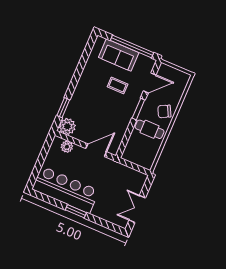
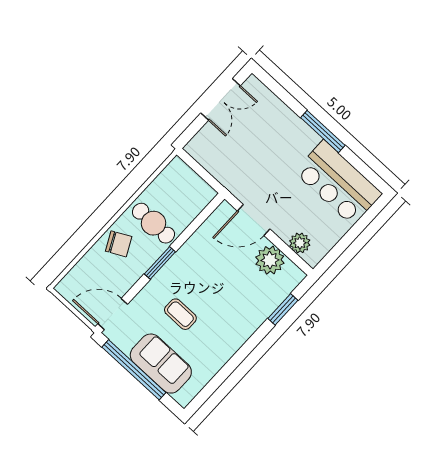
door: (150, 83) -> (113, 314), moved
plant: (67, 126) -> (270, 260), moved
bar counter: (65, 190) -> (338, 183), width x0.73
window: (76, 211) -> (323, 131), width x1.44

